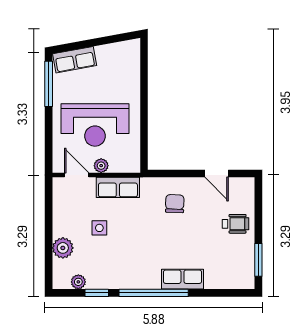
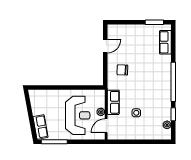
wheelchair: (235, 224) -> (134, 35), removed
plant: (63, 248) -> (148, 134), removed
row of seats: (182, 279) -> (165, 42), moved

